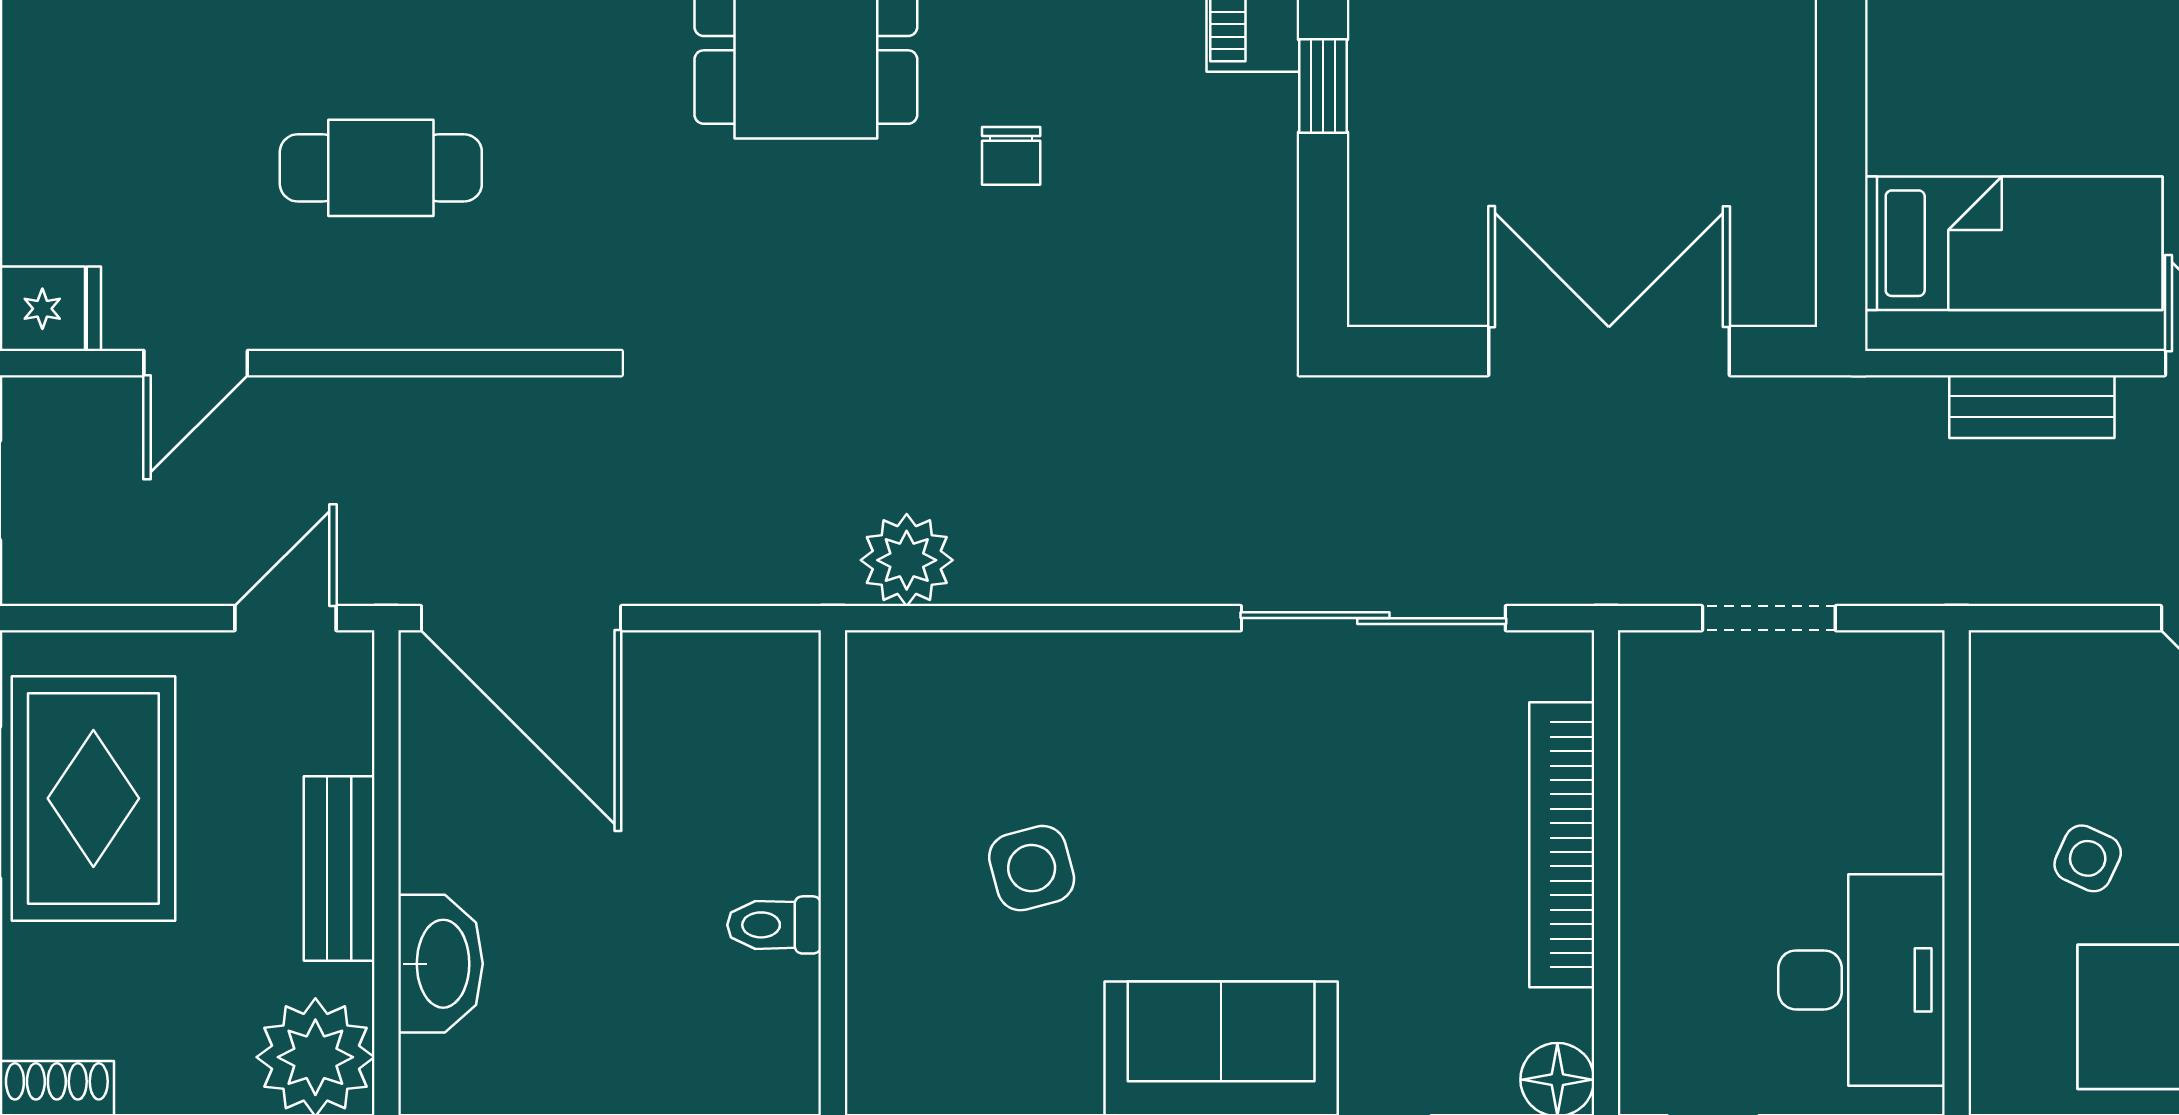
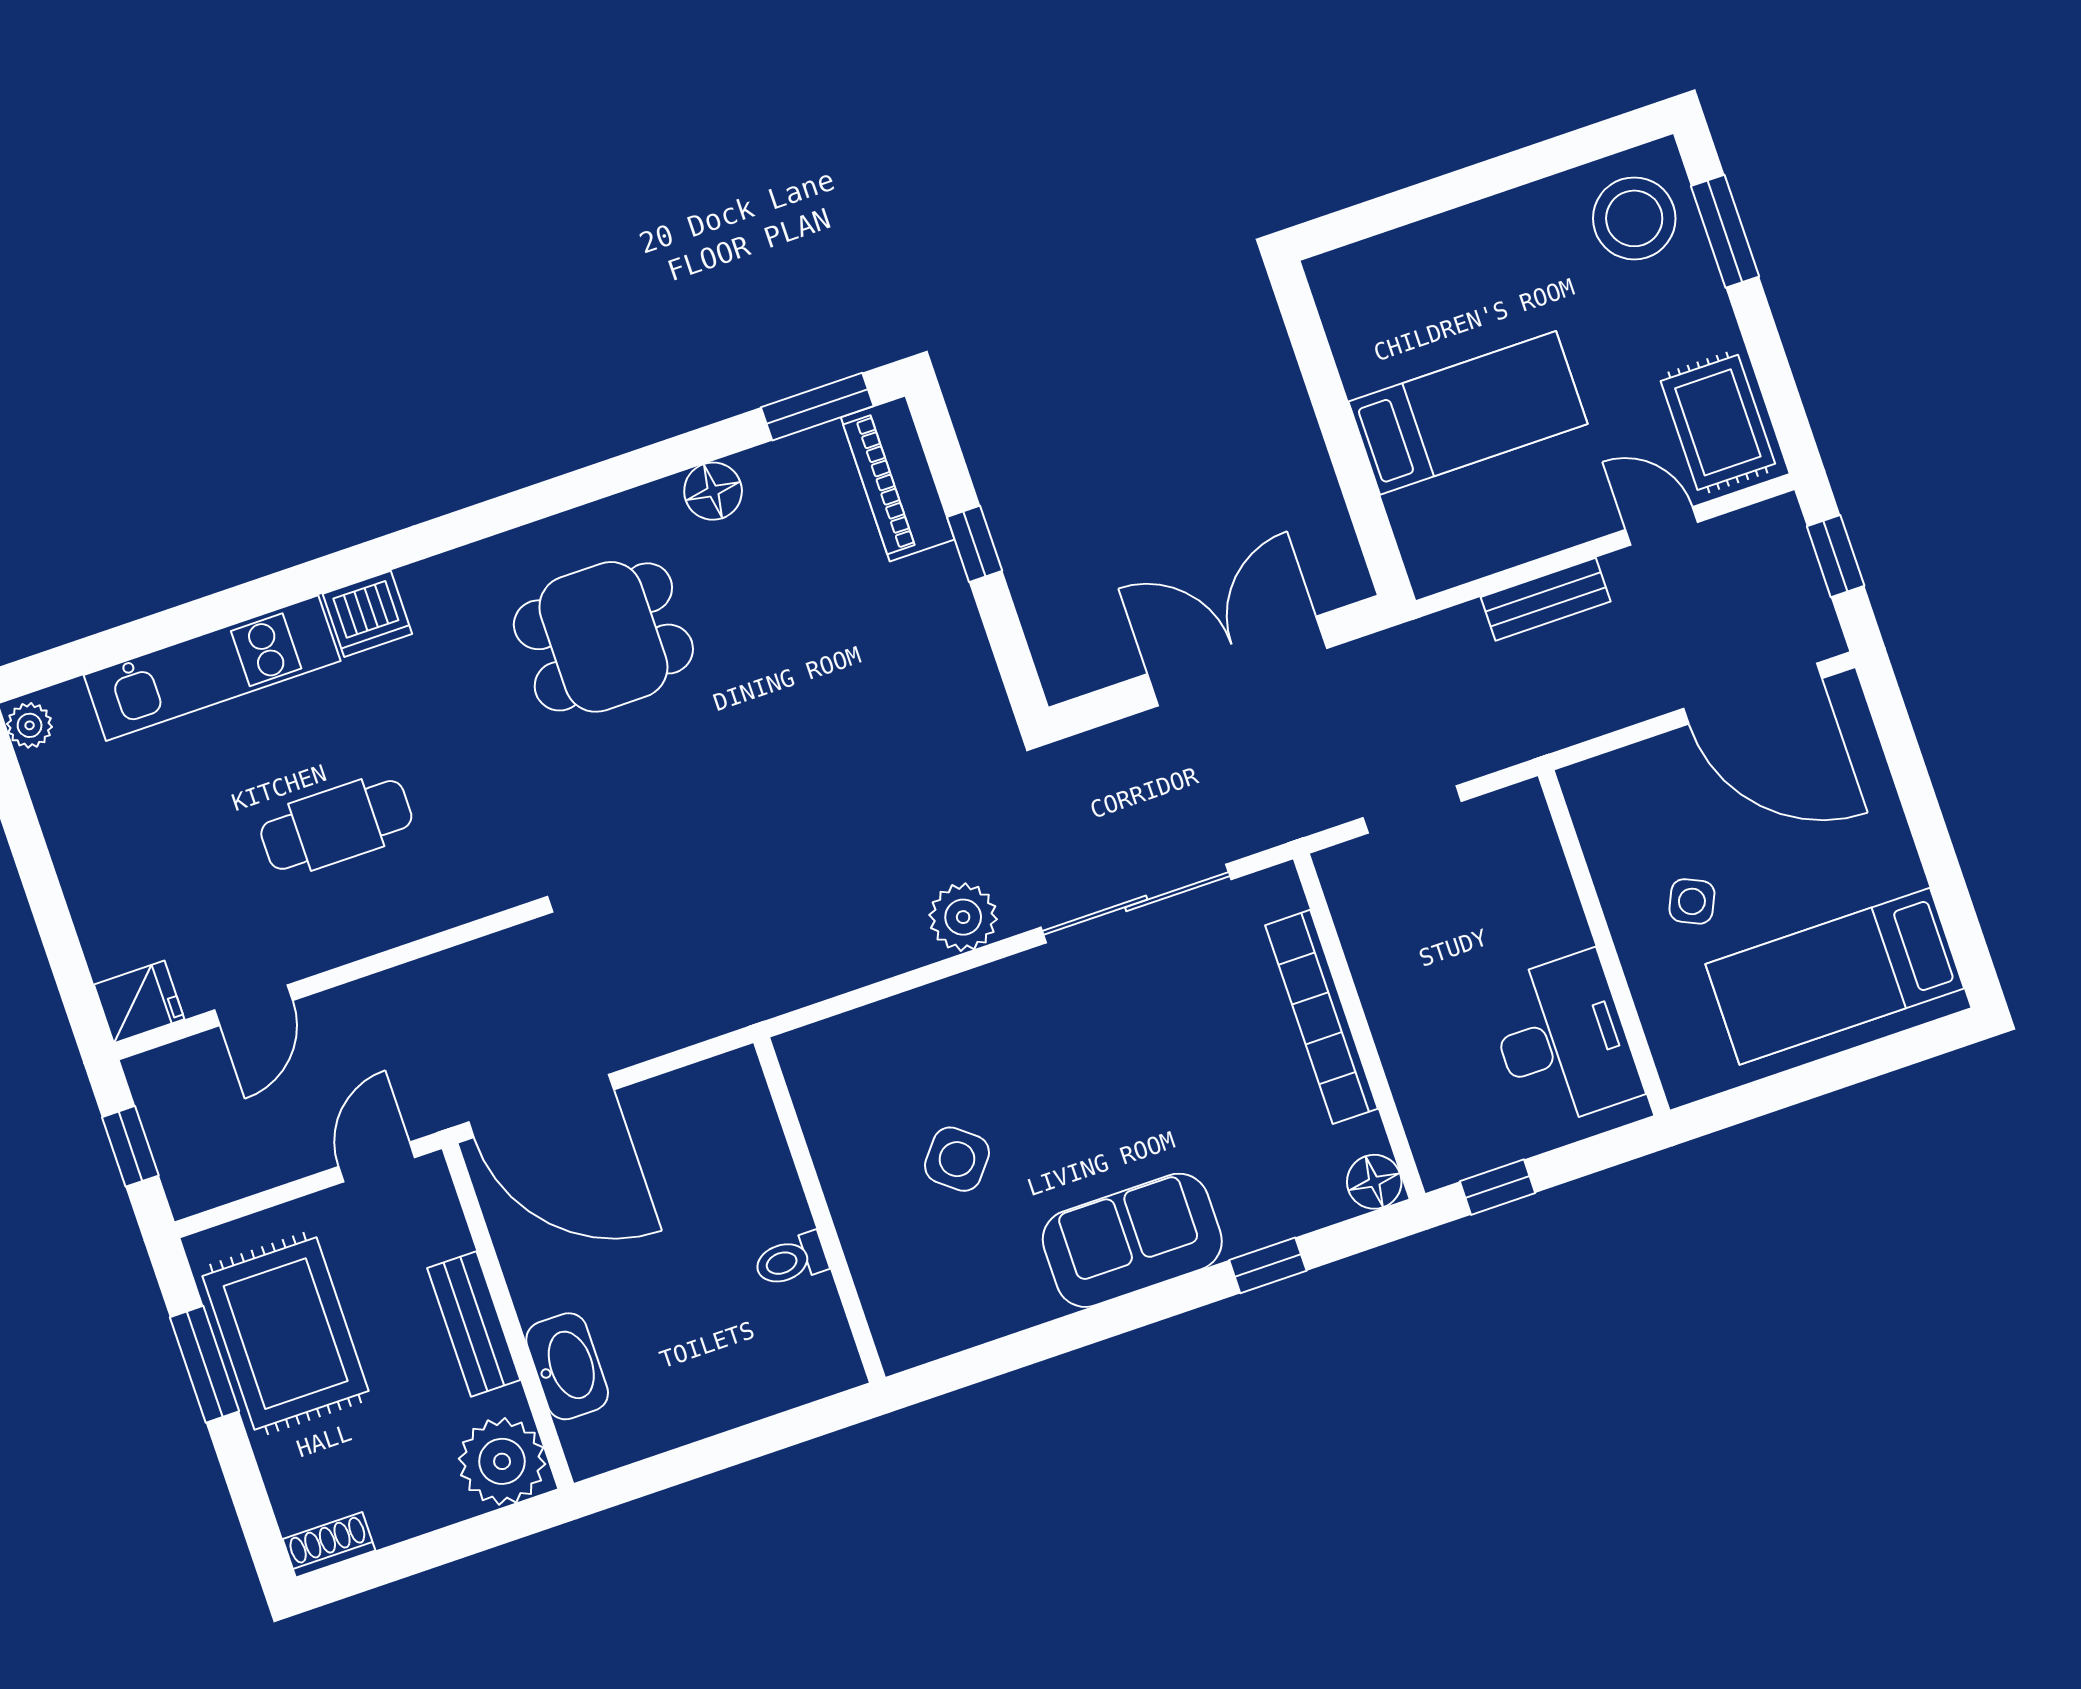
chair: (1011, 156) -> (773, 667), removed
bed: (2014, 243) -> (1468, 413), moved
plant: (907, 560) -> (963, 917), moved
side table: (1032, 868) -> (957, 1159), turned -36

